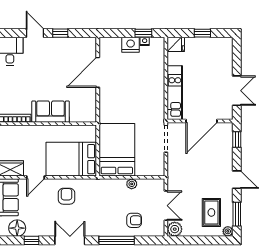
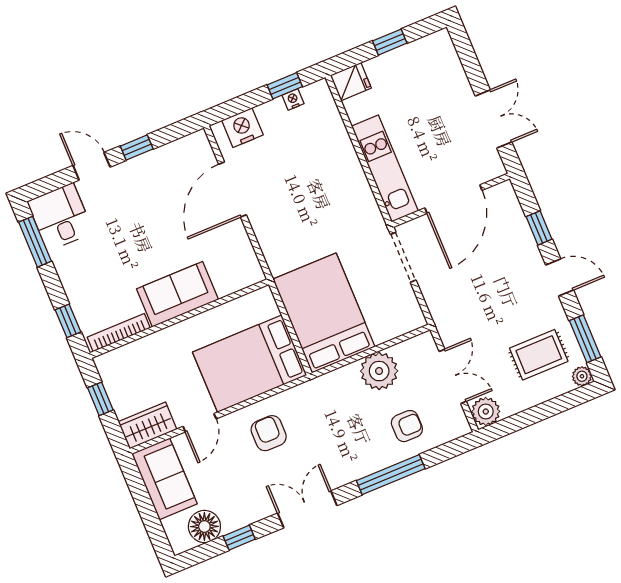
nightstand: (131, 45) -> (242, 128), moved
window: (237, 140) -> (539, 228), moved
plant: (132, 184) -> (379, 371), width x1.87, depth x1.87
rug: (211, 212) -> (539, 355), turned 90

